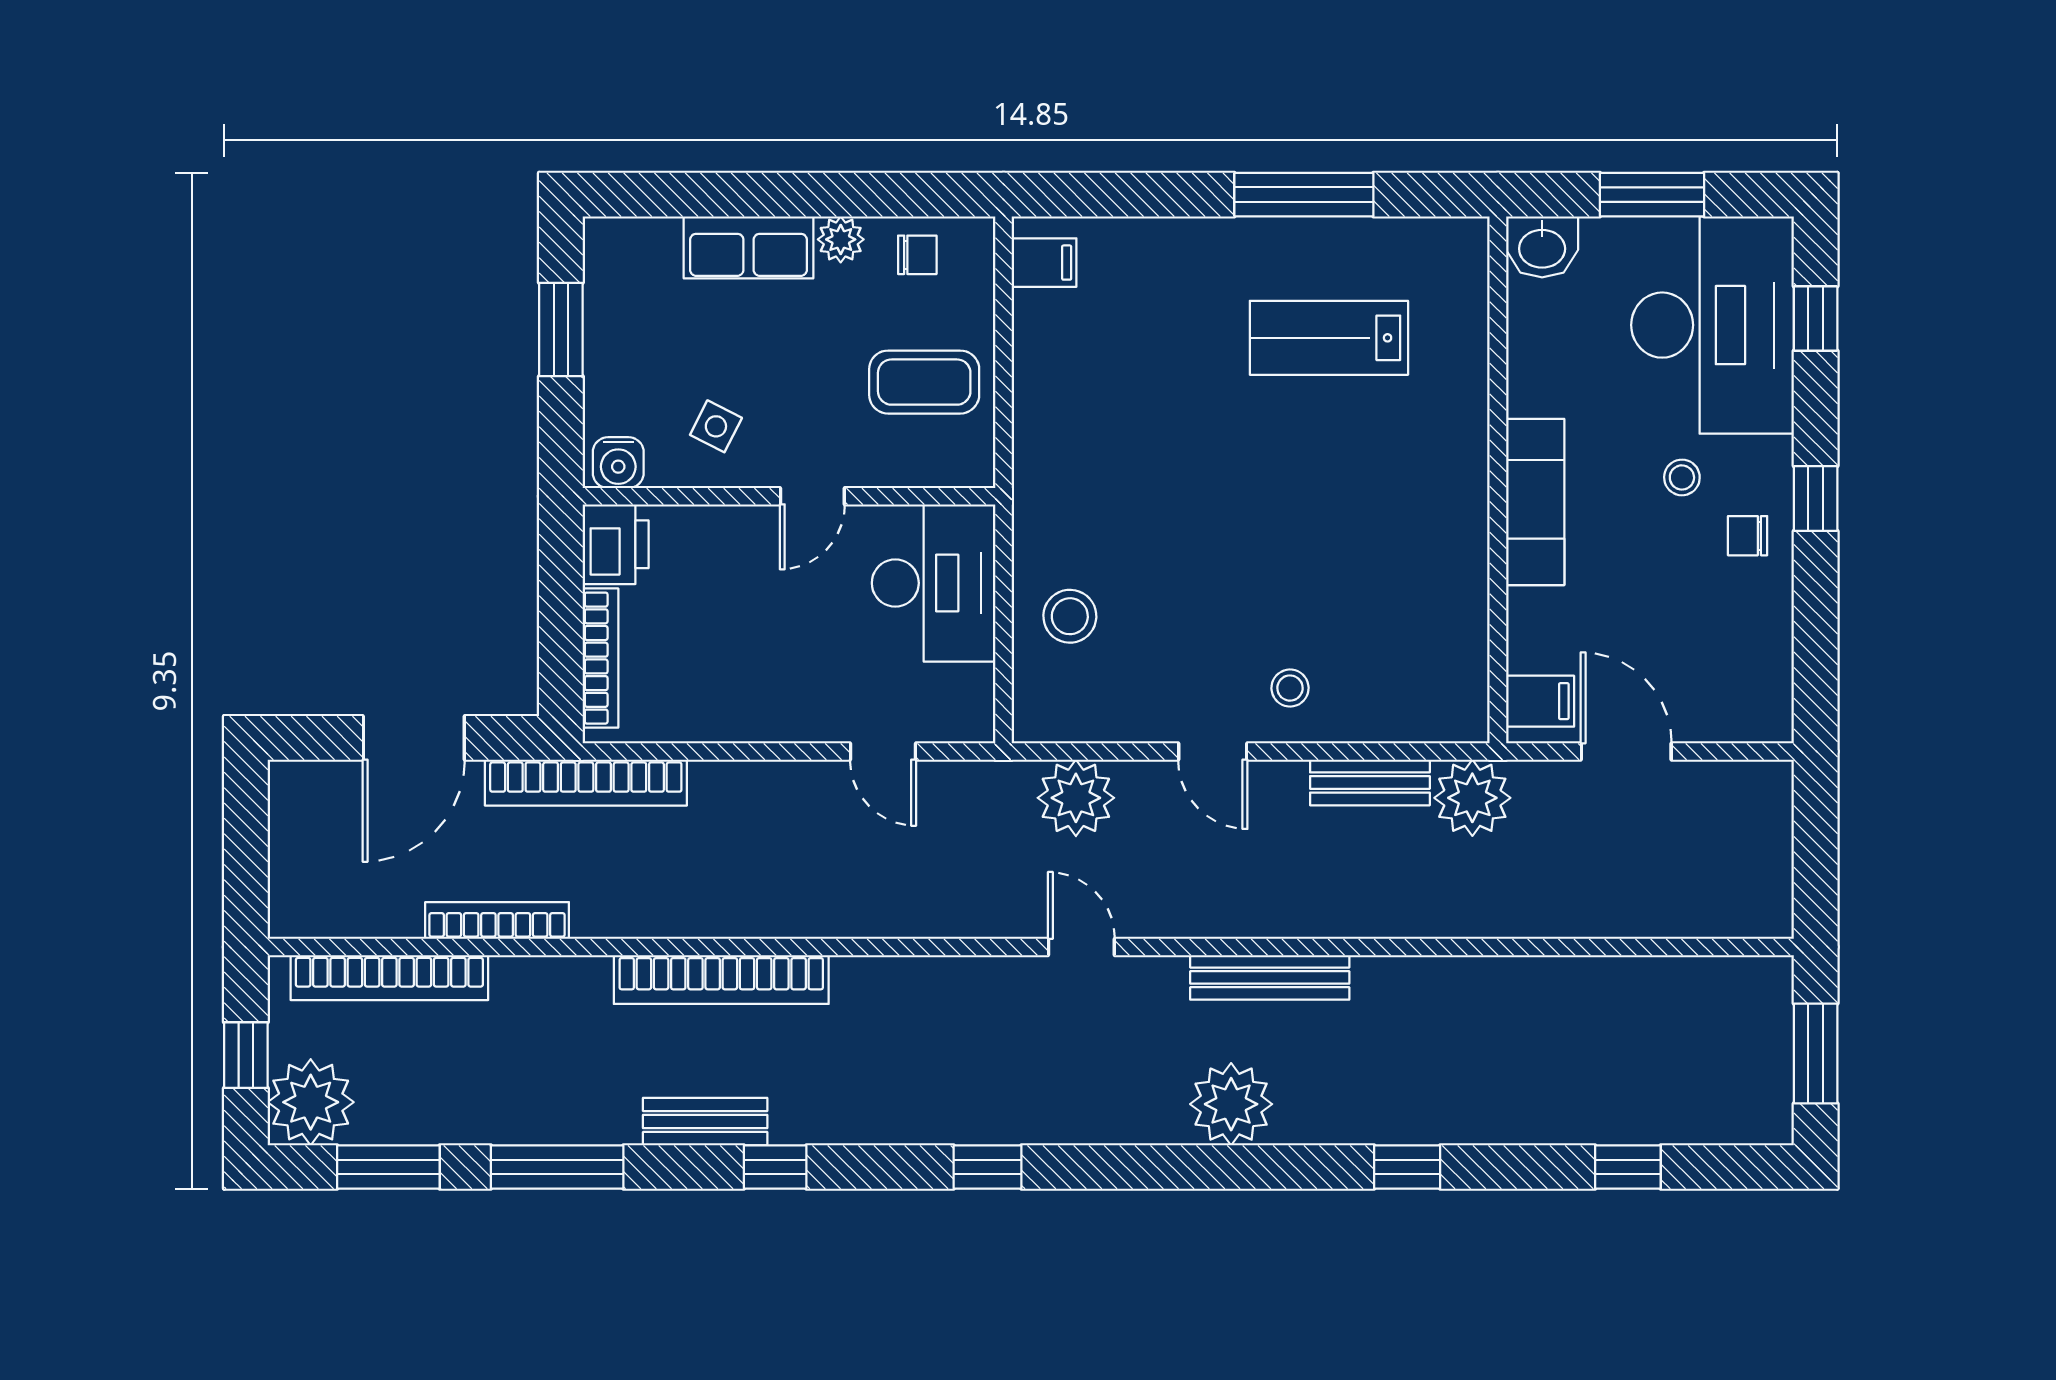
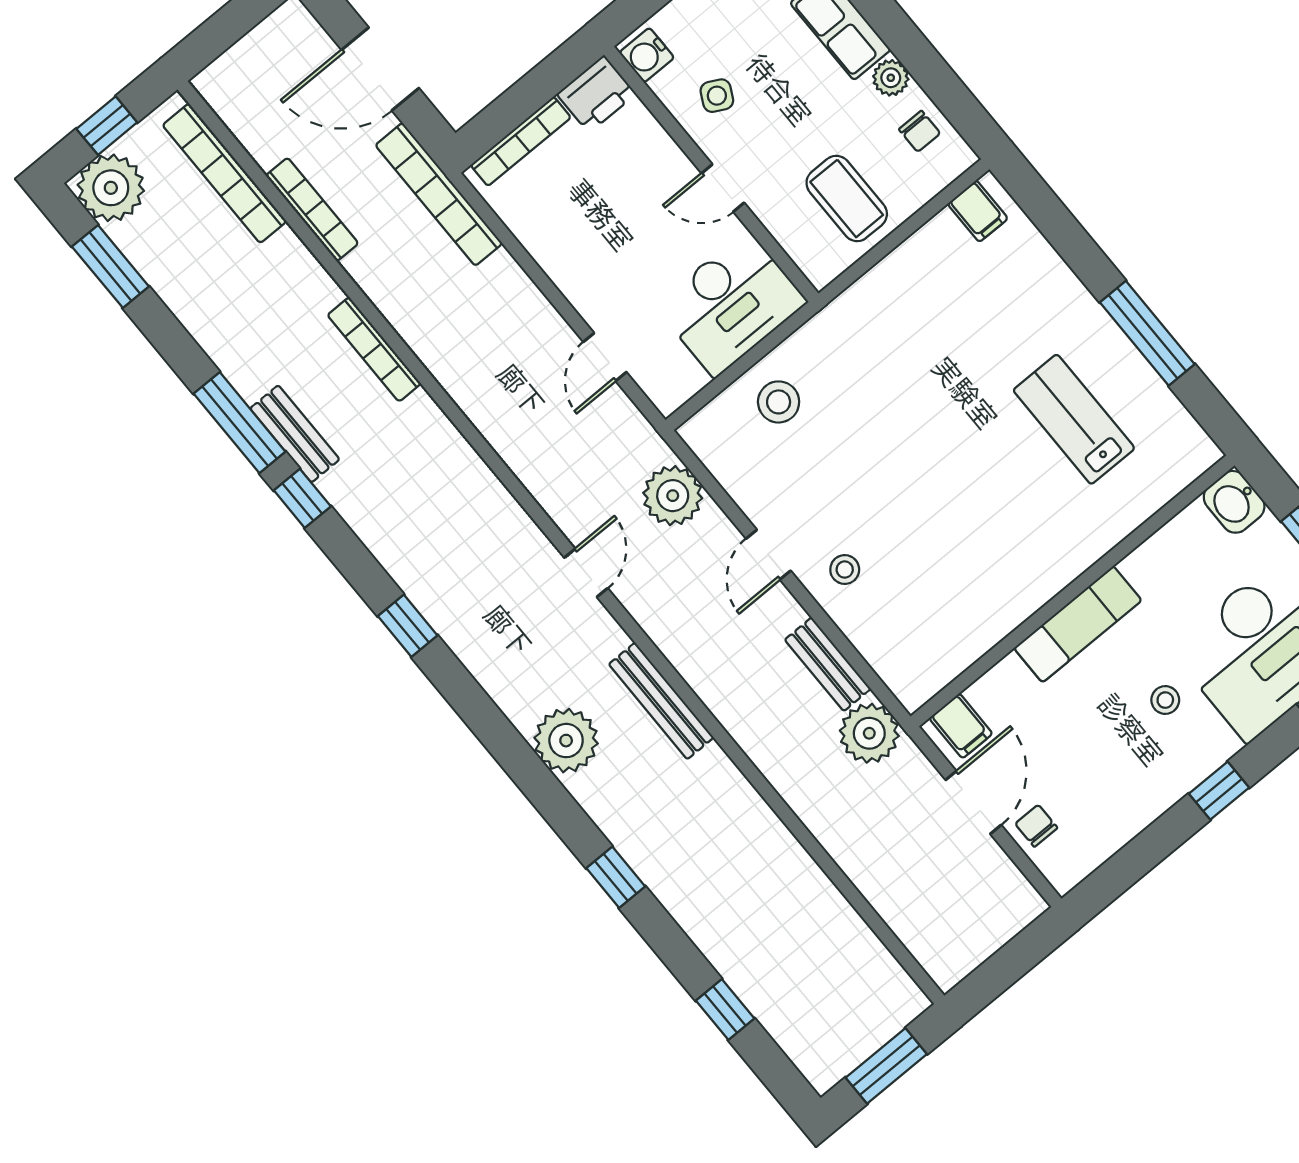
chair: (1748, 536) -> (1036, 826), moved
bookcase: (721, 980) -> (374, 349), width x0.68, depth x0.76
window: (557, 1167) -> (240, 423), moved

